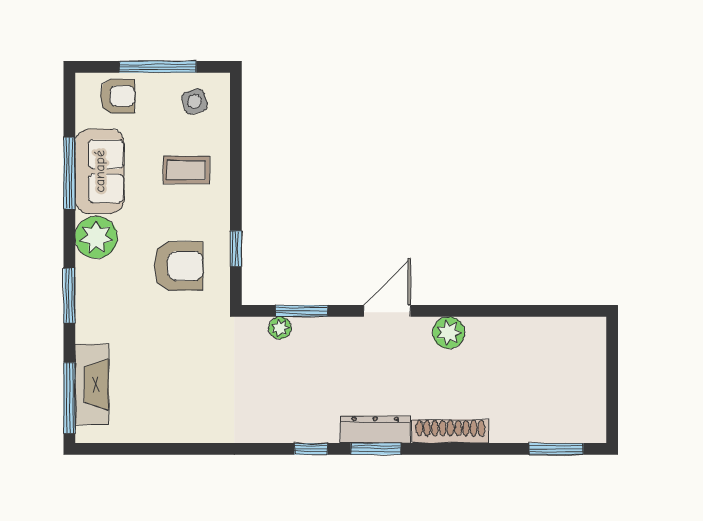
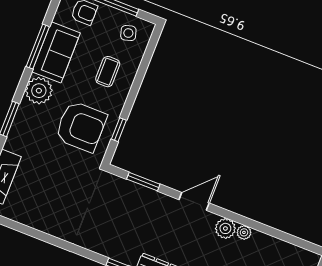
coffee table: (186, 170) -> (108, 72), turned 90
armchair: (178, 266) -> (81, 127), width x1.36, depth x1.36
plant: (280, 328) -> (244, 232), moved

